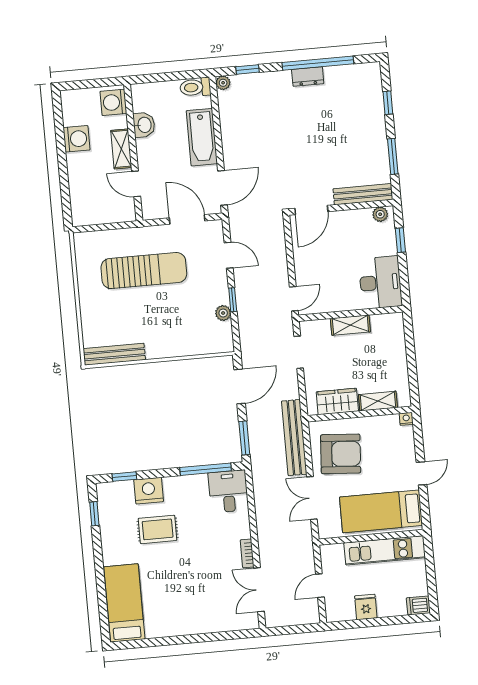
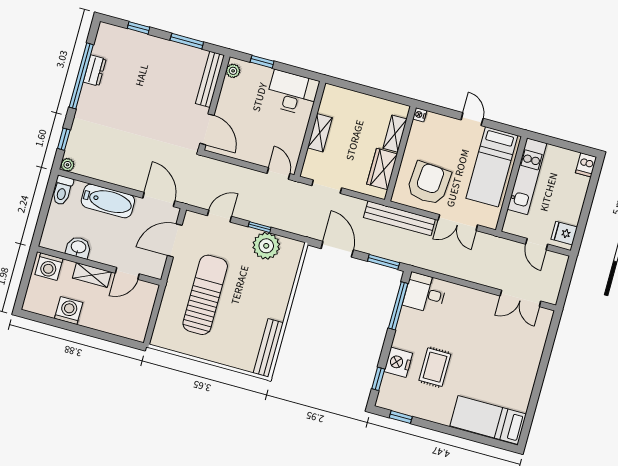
dresser: (308, 77) -> (95, 70), moved
plant: (223, 313) -> (266, 246), width x1.88, depth x1.88
bookcase: (247, 553) -> (485, 297), removed
fridge: (366, 607) -> (564, 233), moved

